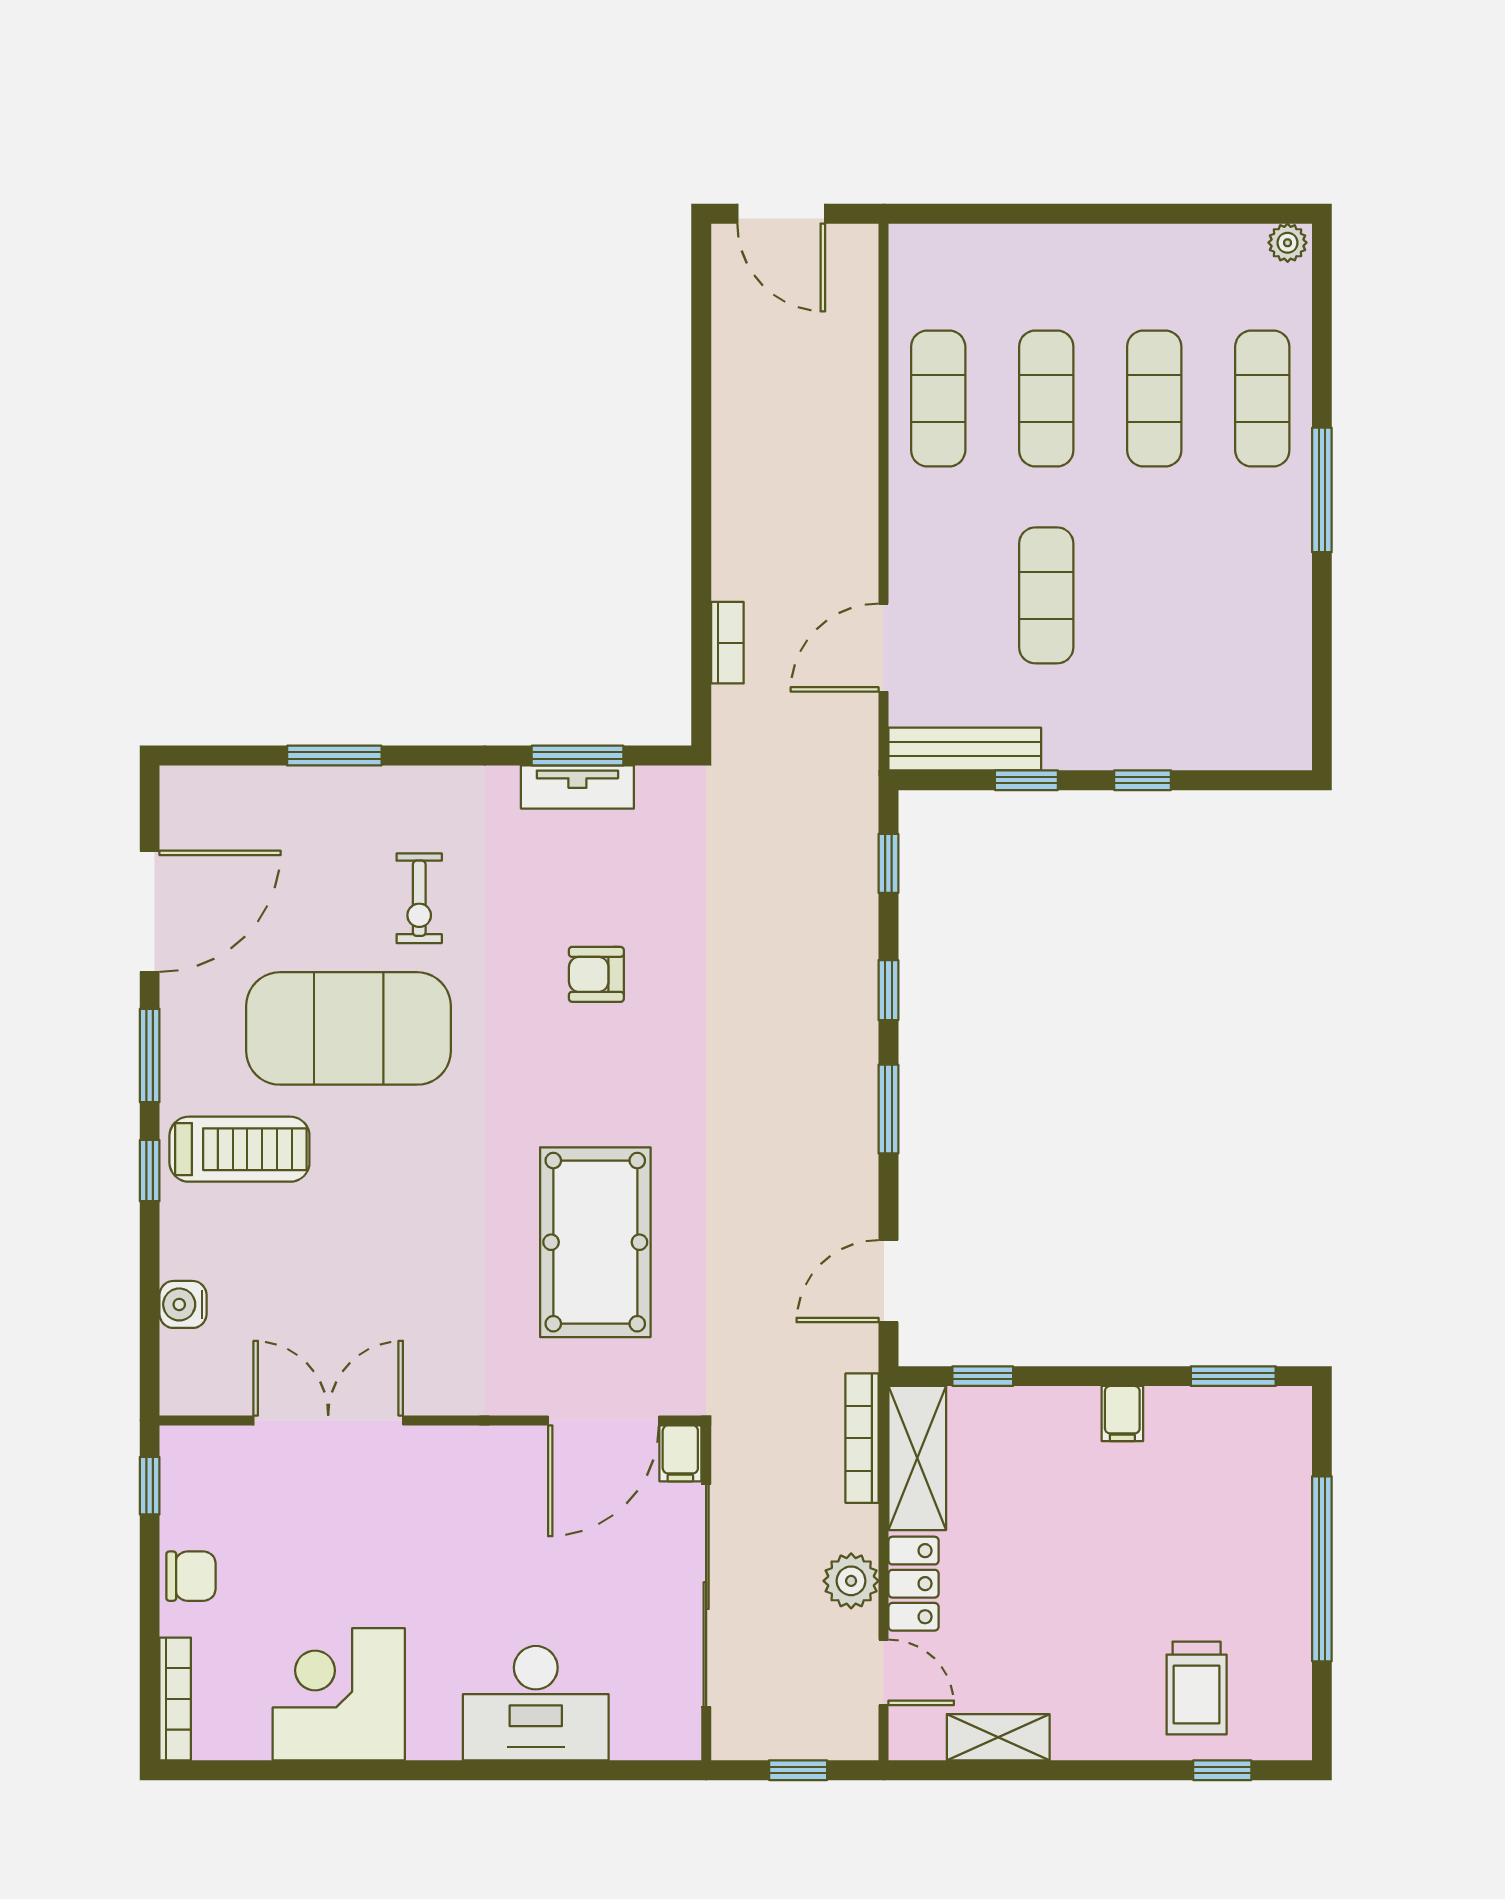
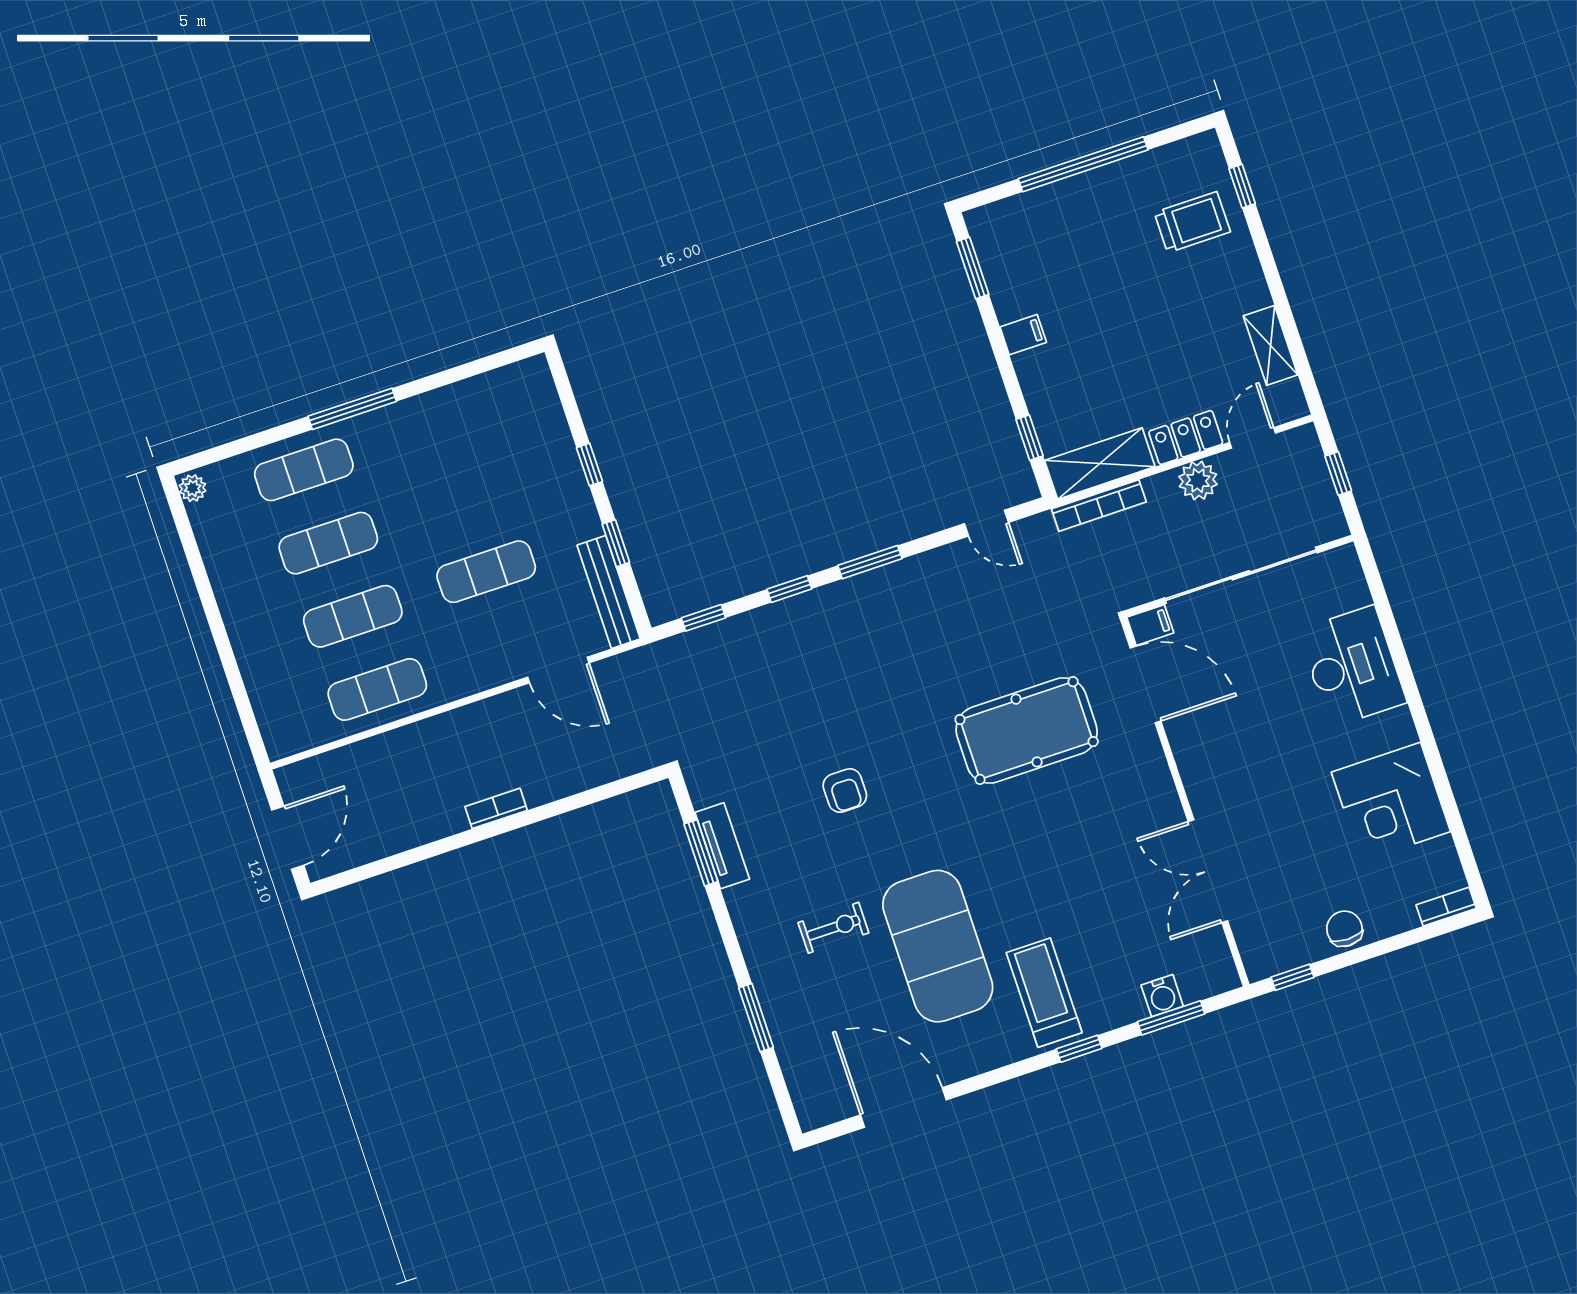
bookcase: (727, 643) -> (496, 808), moved
window: (150, 1056) -> (1171, 1018), moved
door: (888, 1281) -> (987, 523), width x0.73
bookcase: (175, 1699) -> (1446, 907), width x0.64

